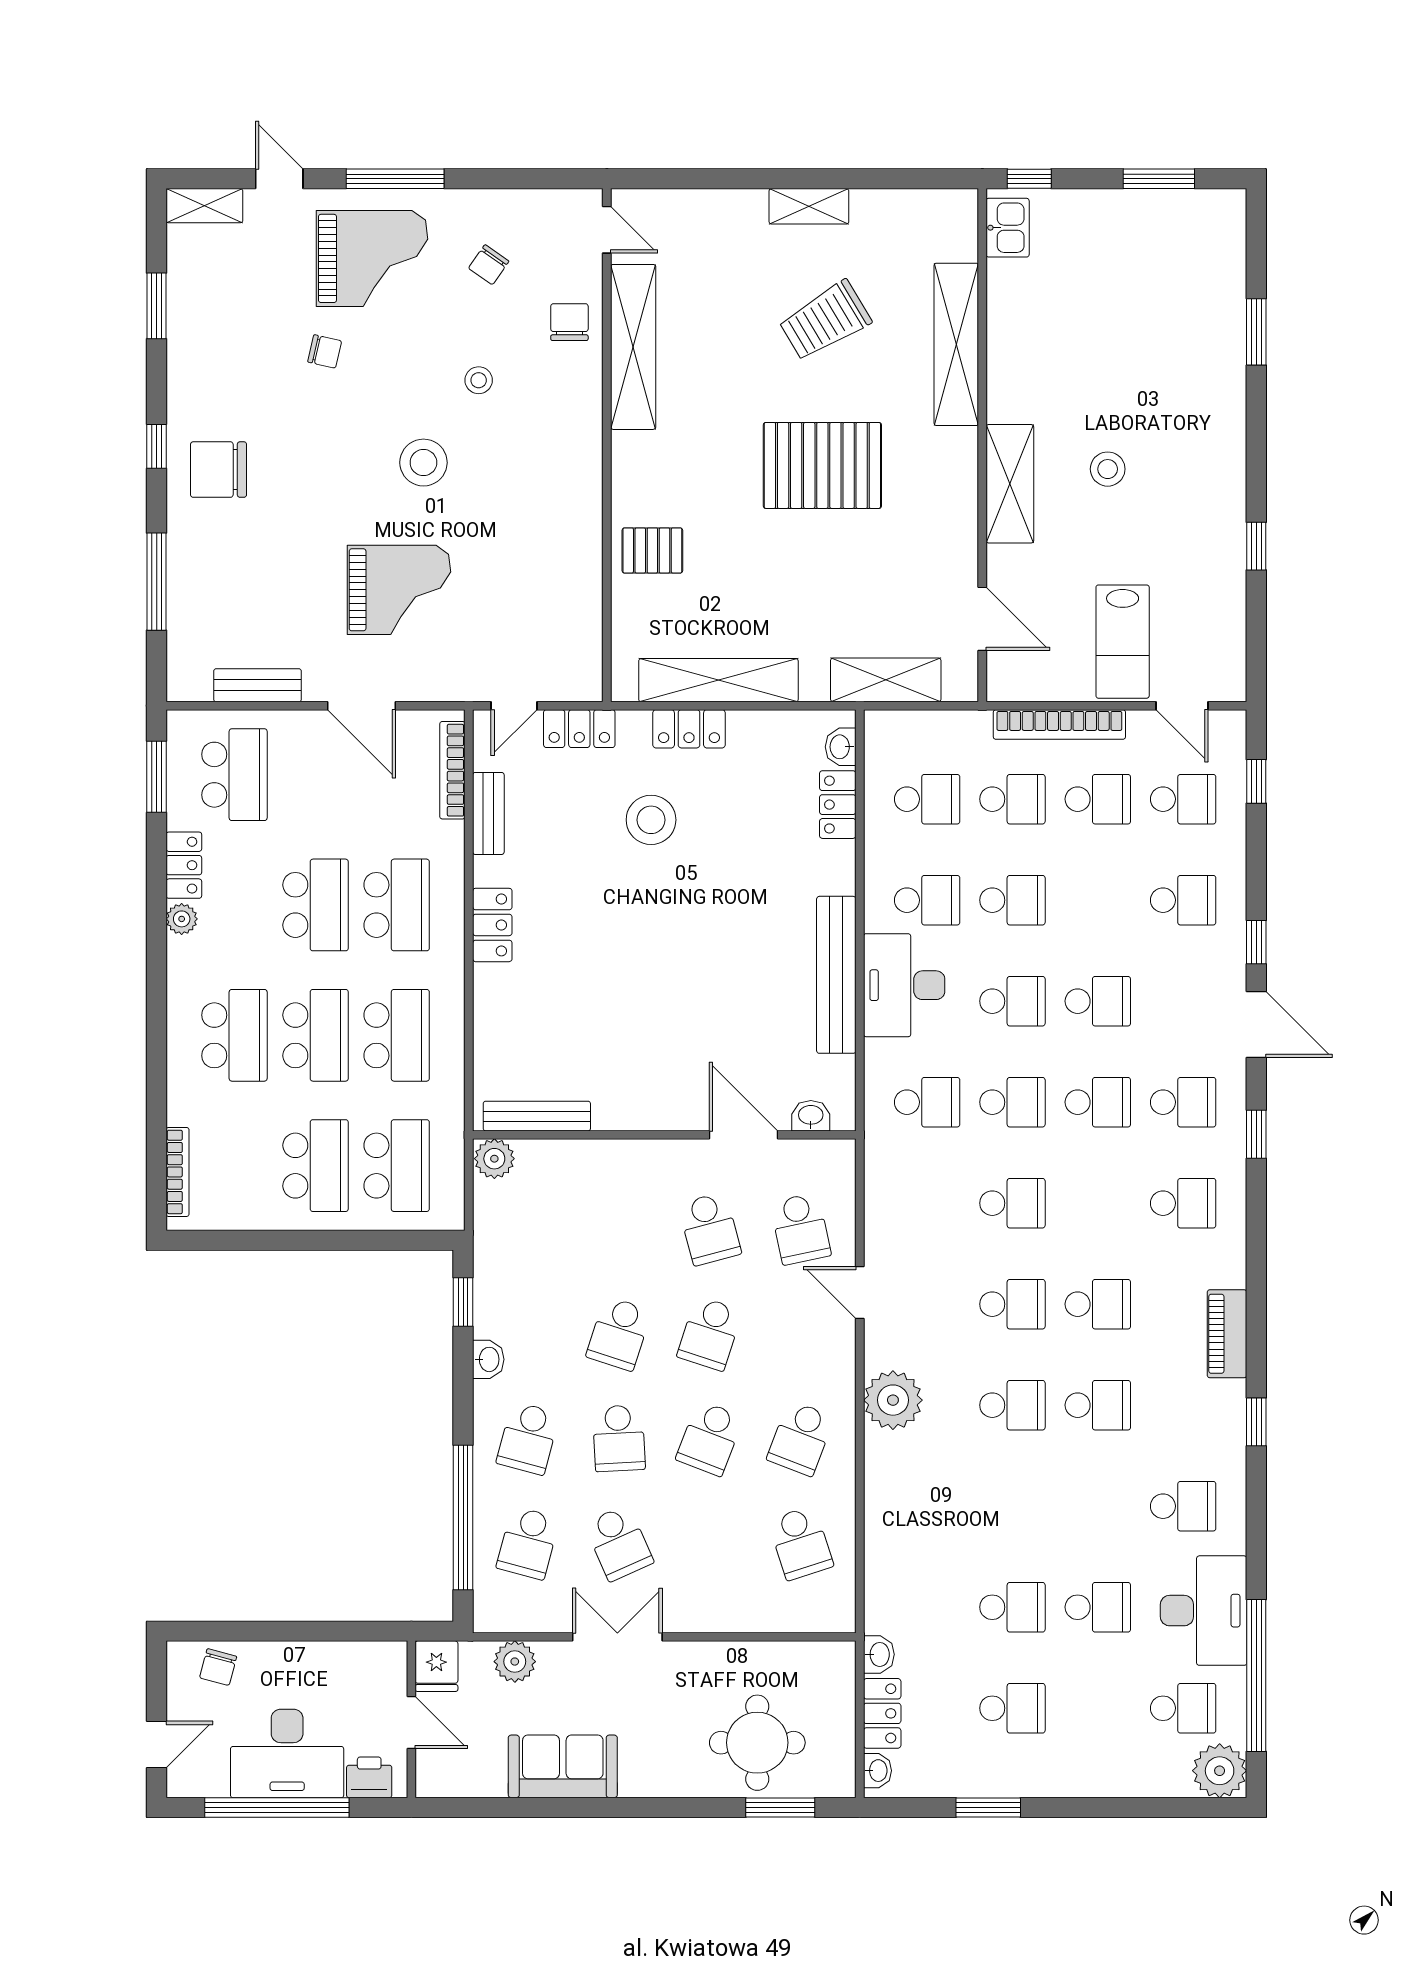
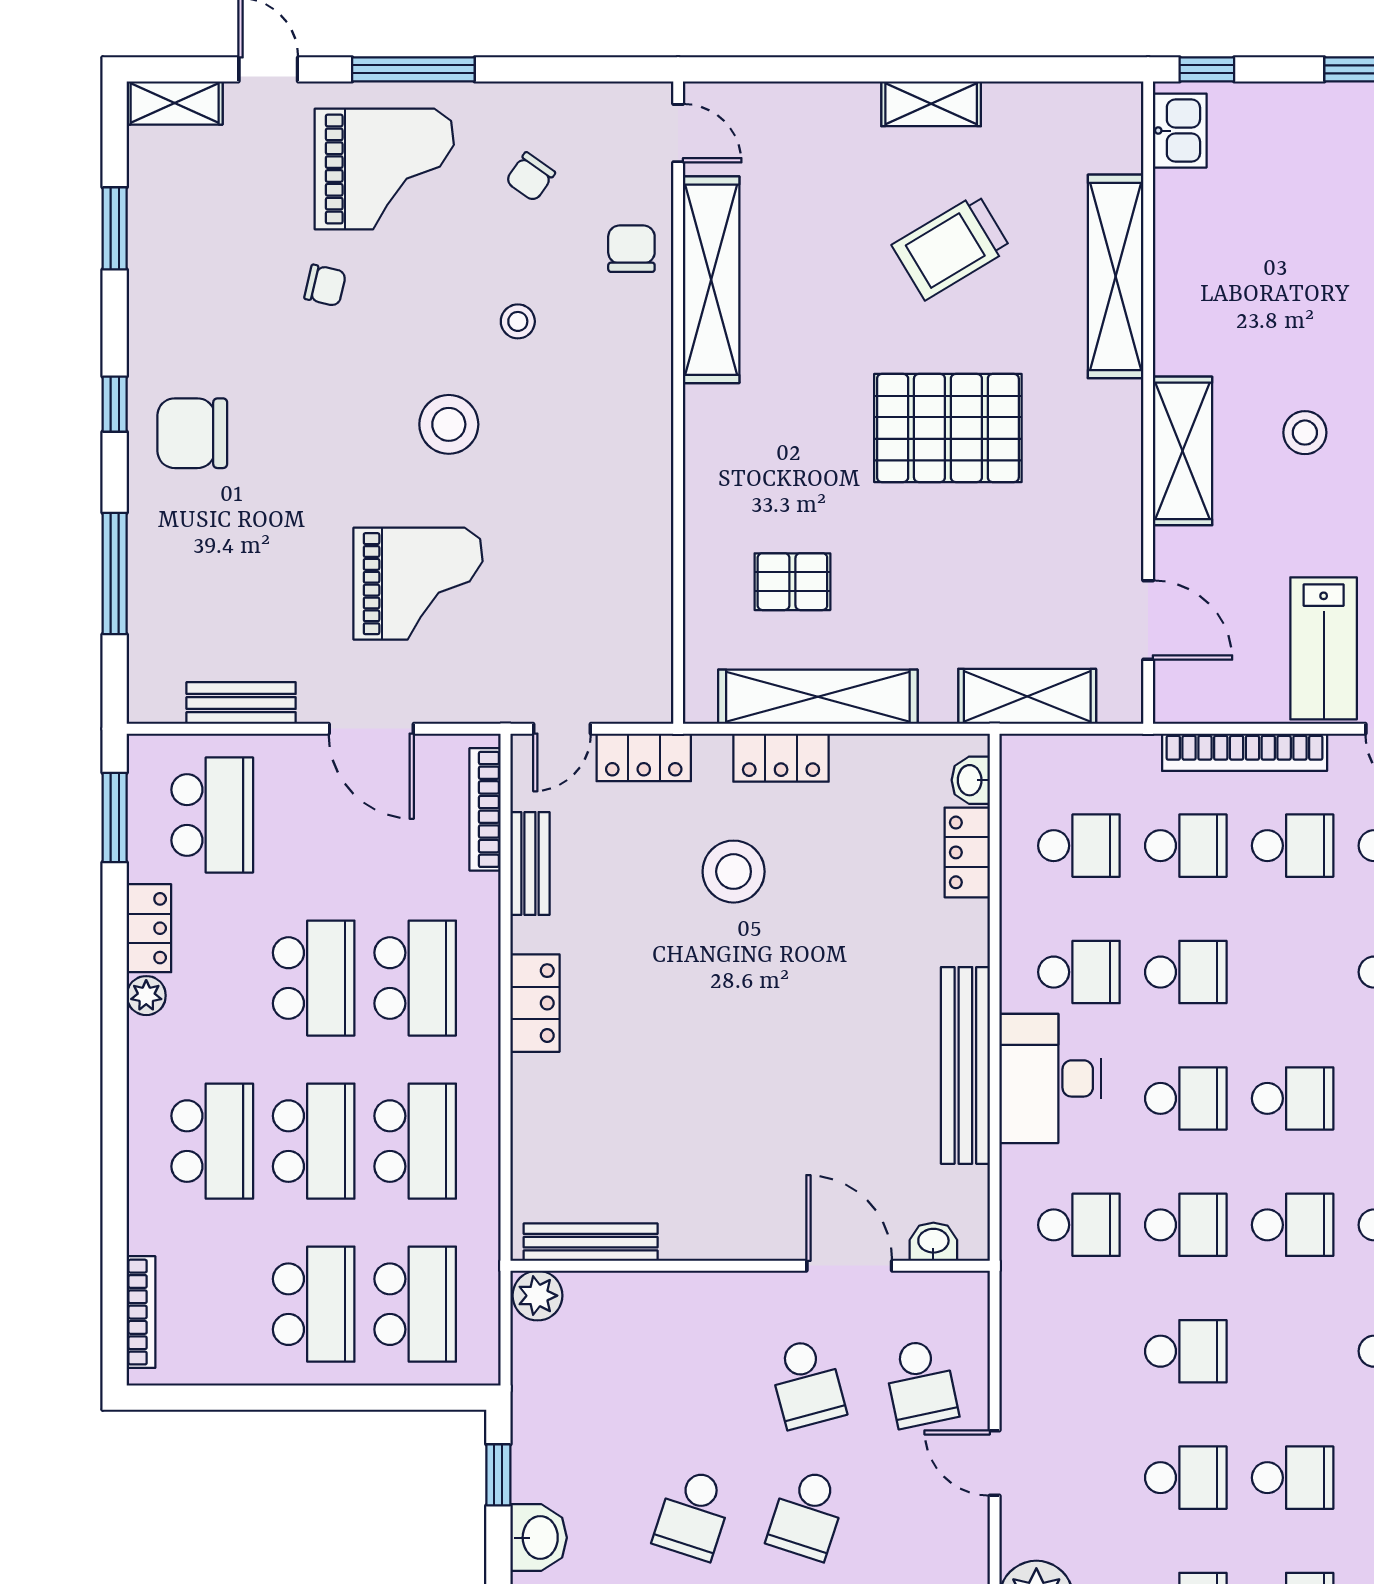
pallet: (652, 550) -> (792, 582), moved
washbasin: (488, 1359) -> (539, 1538), width x1.38, depth x1.45

